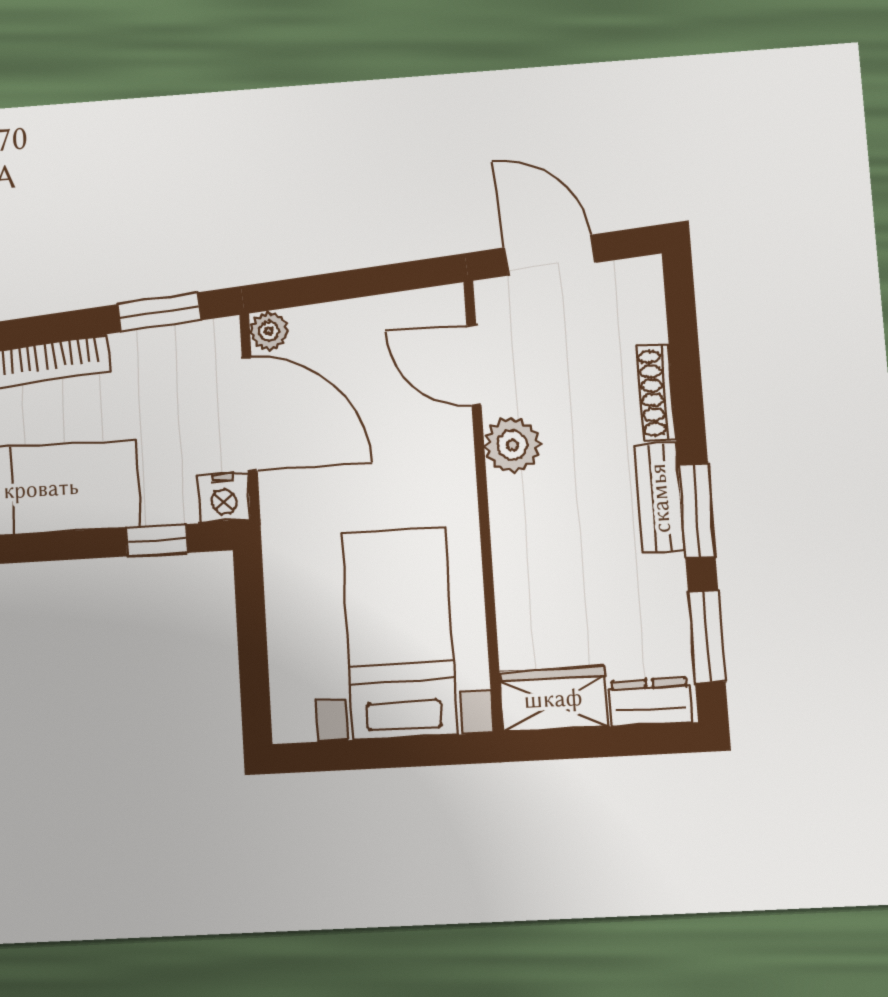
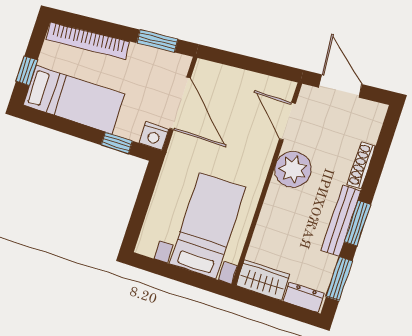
plant: (269, 331) -> (203, 70), removed
plant: (512, 445) -> (293, 169), width x1.36, depth x1.36
bench: (660, 498) -> (341, 220), width x1.36

